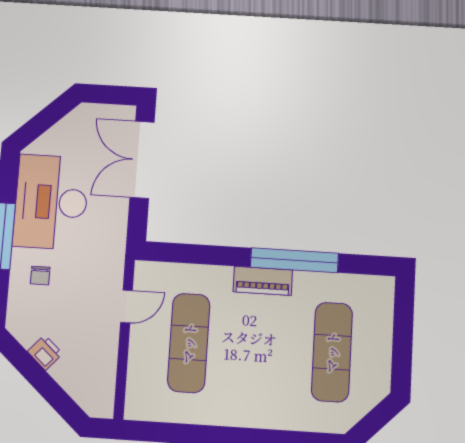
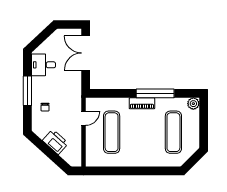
desk: (51, 202) -> (44, 65), width x0.53, depth x0.77
plant: (381, 289) -> (193, 104), added
printer: (45, 353) -> (55, 142), width x1.87, depth x1.48

